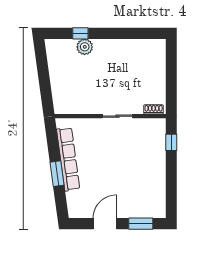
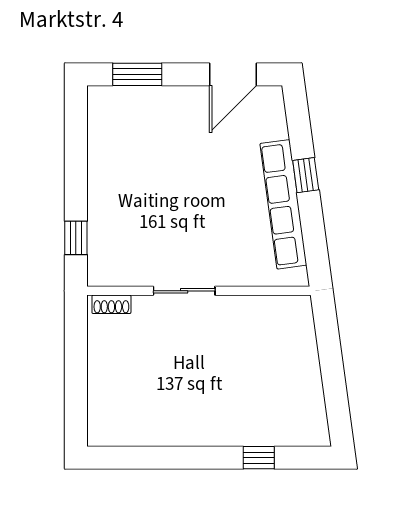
plant: (85, 47) -> (250, 430), removed
window: (57, 174) -> (306, 175), width x0.67
door: (105, 224) -> (233, 74), moved

